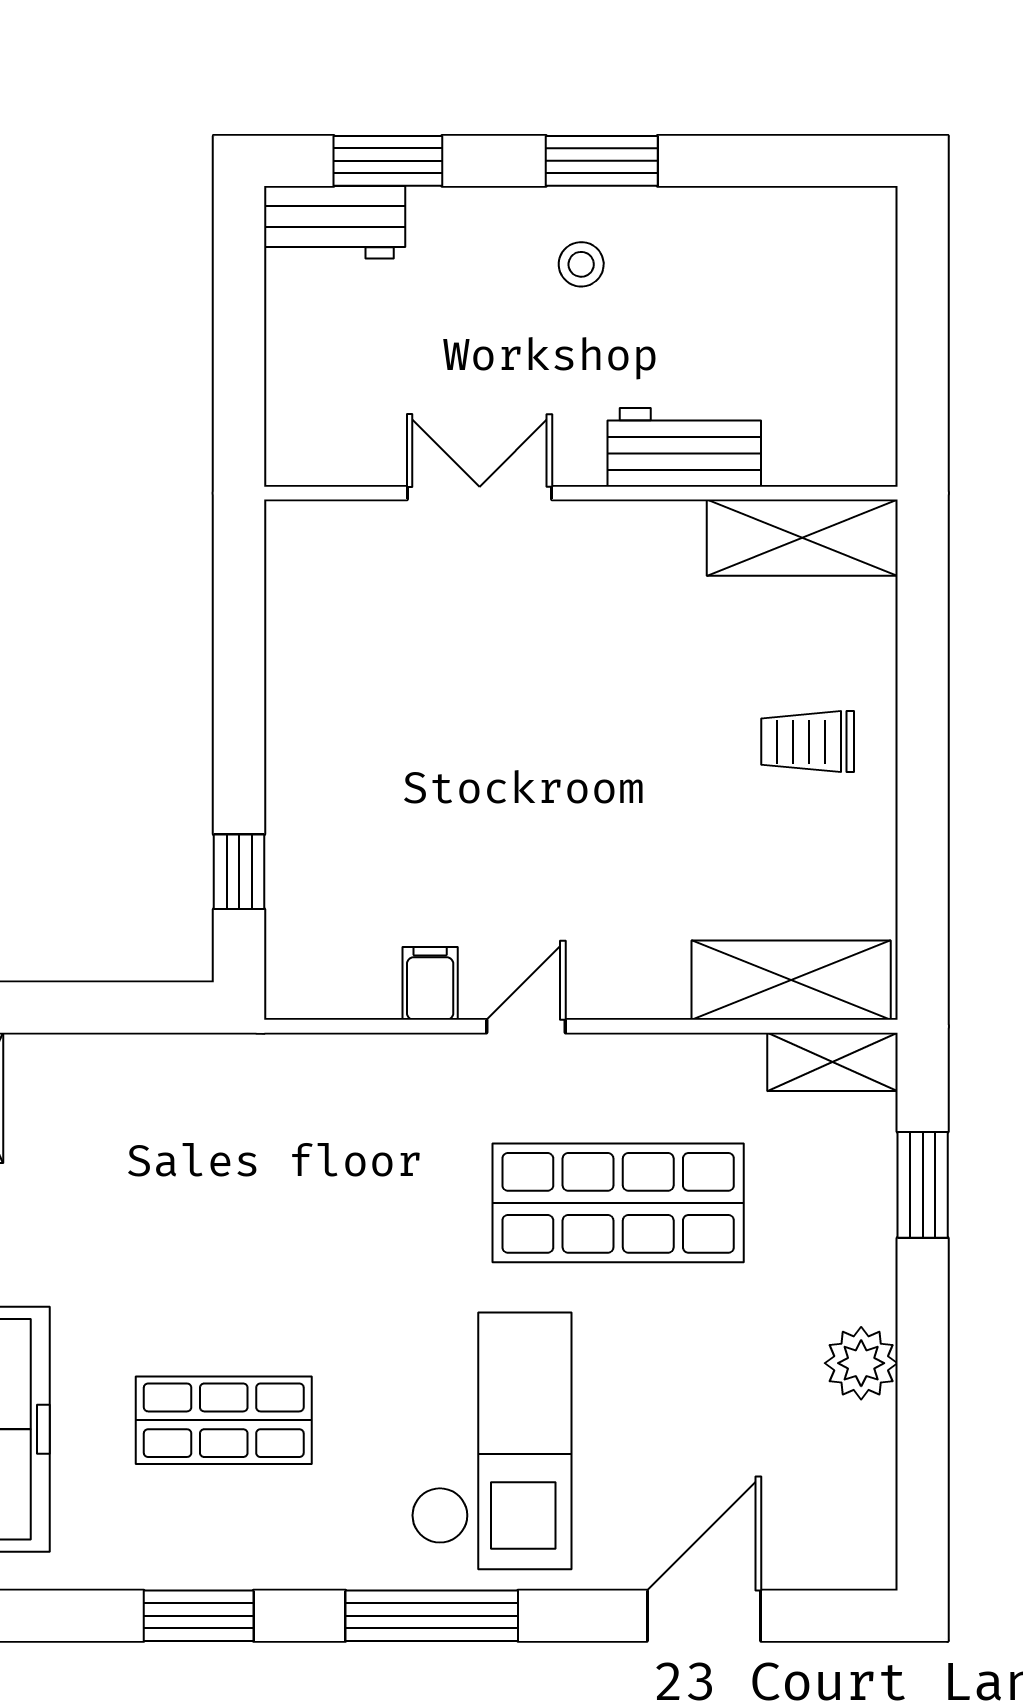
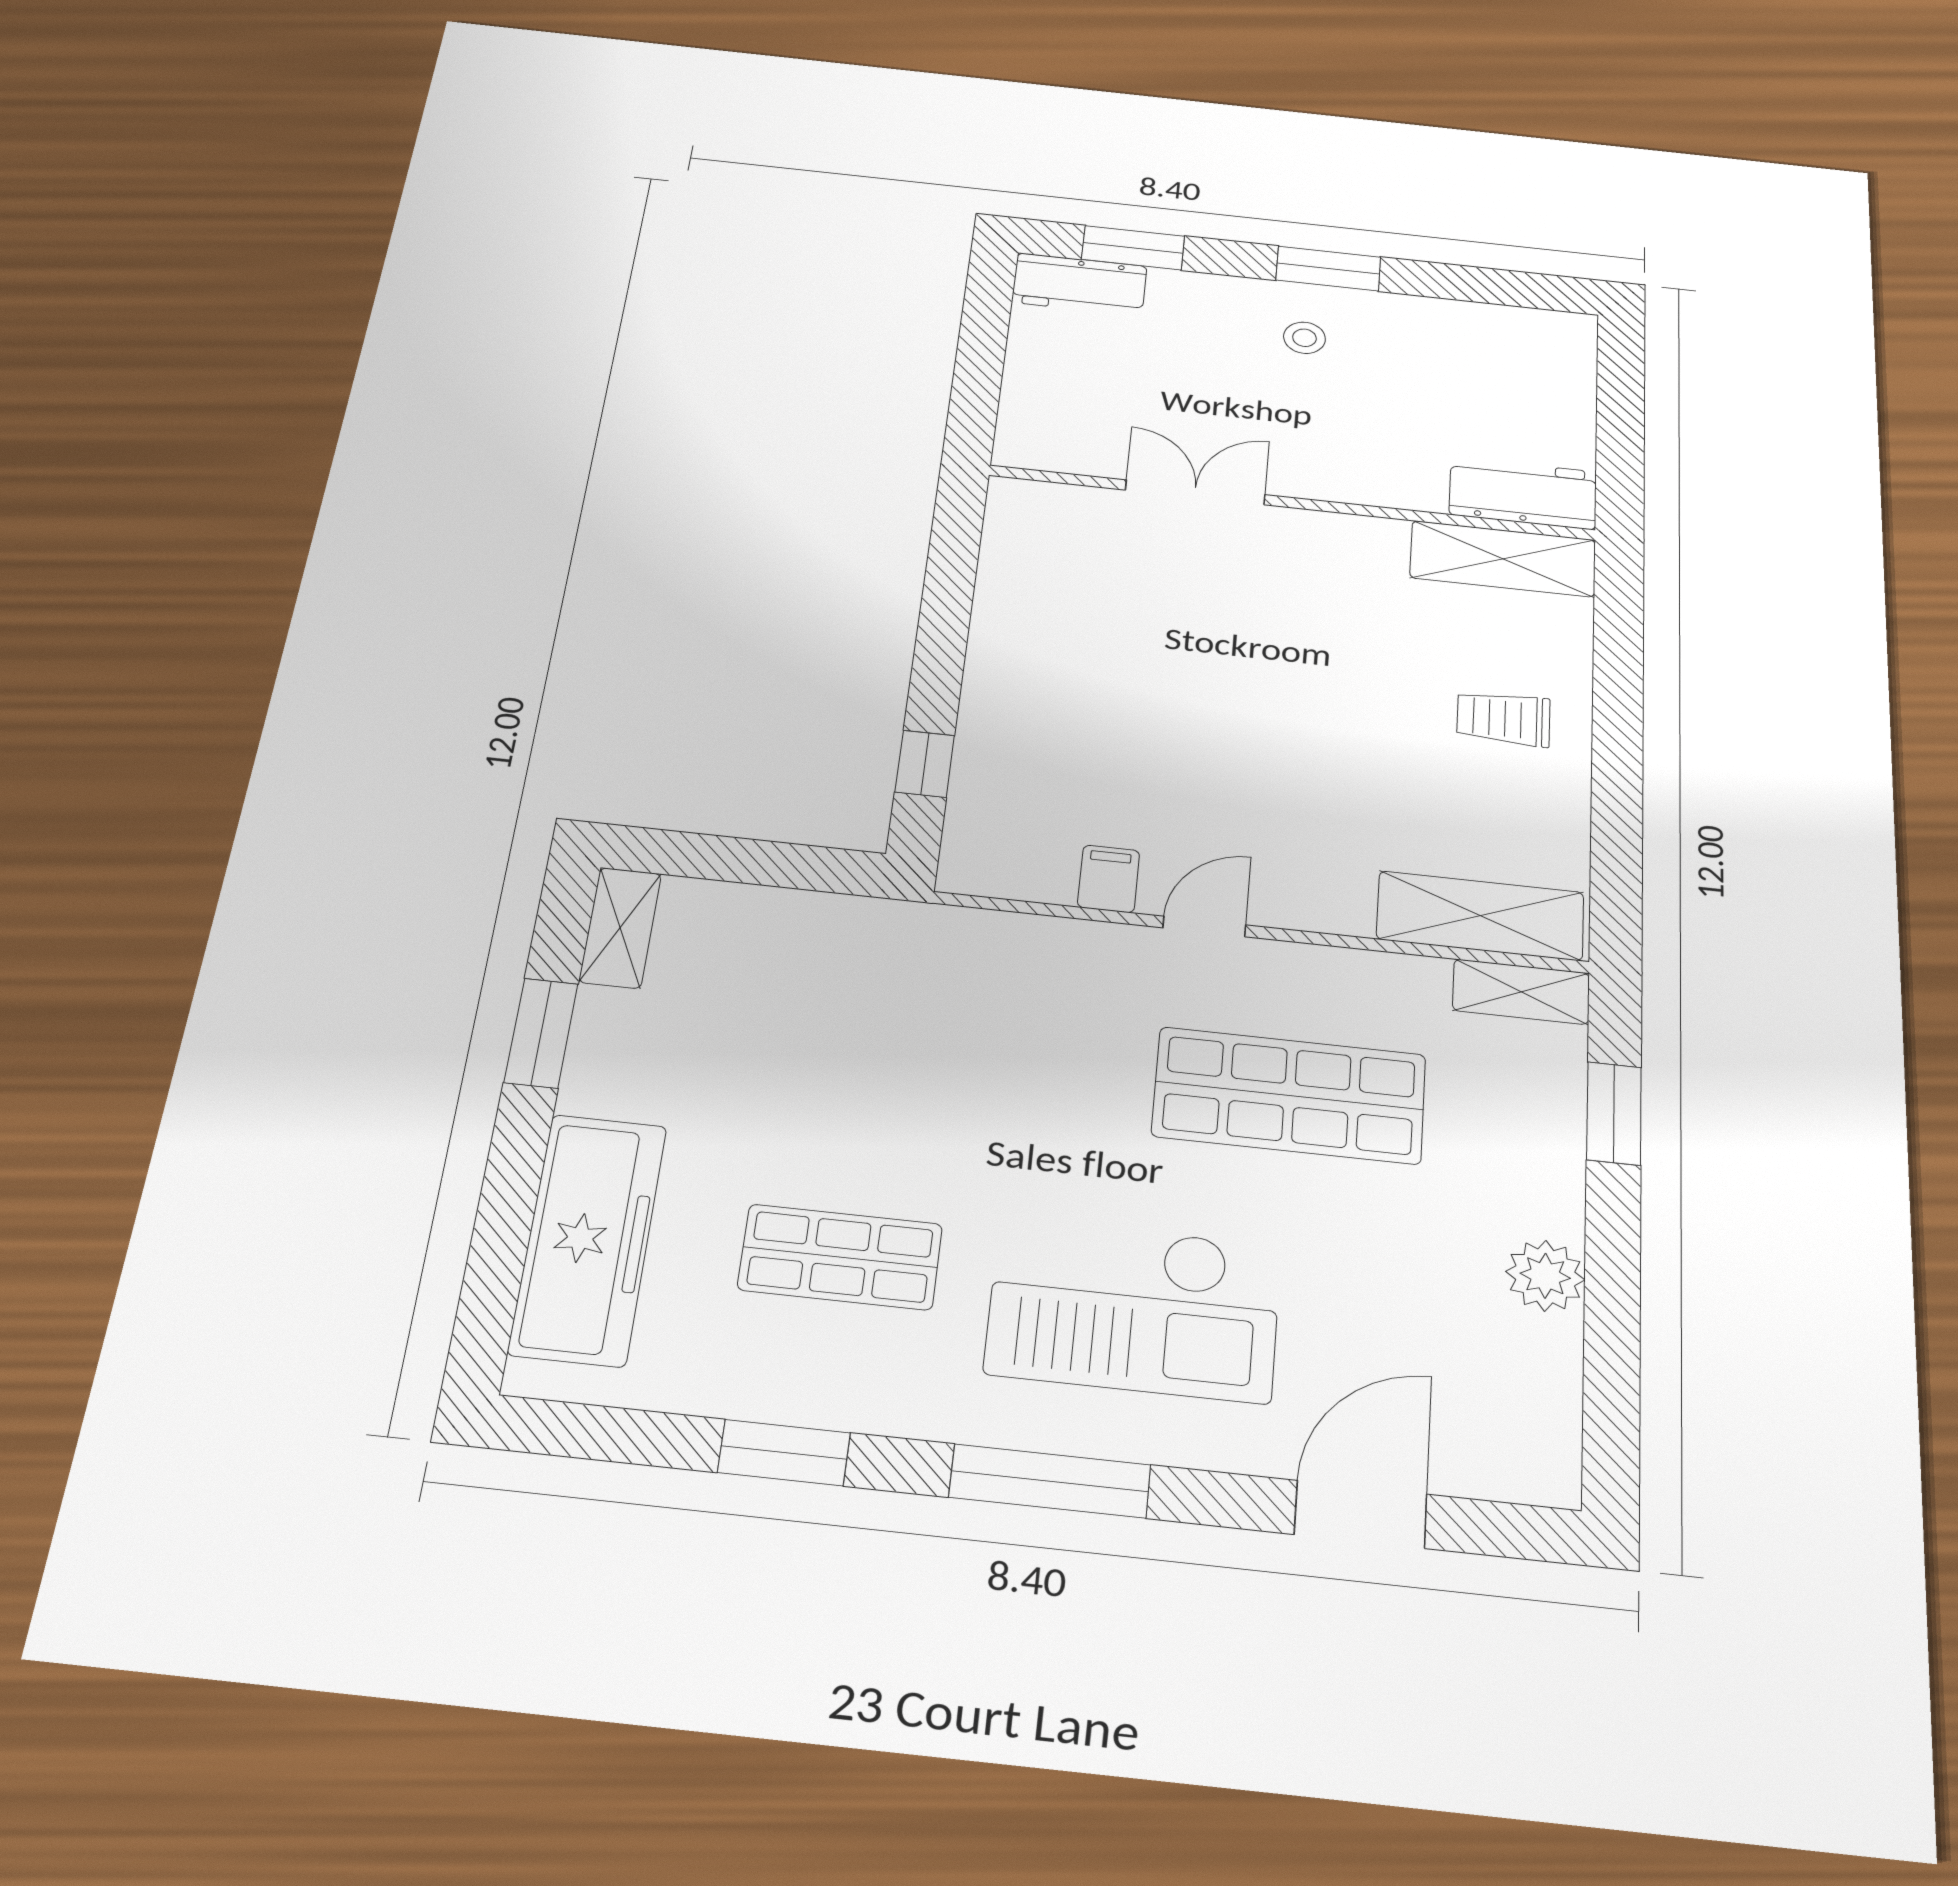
workbench: (684, 447) -> (1523, 493), moved
checkout: (491, 1441) -> (1134, 1309), turned 90

